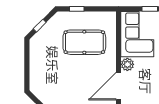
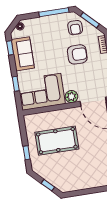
pool table: (84, 42) -> (57, 141), turned 90

